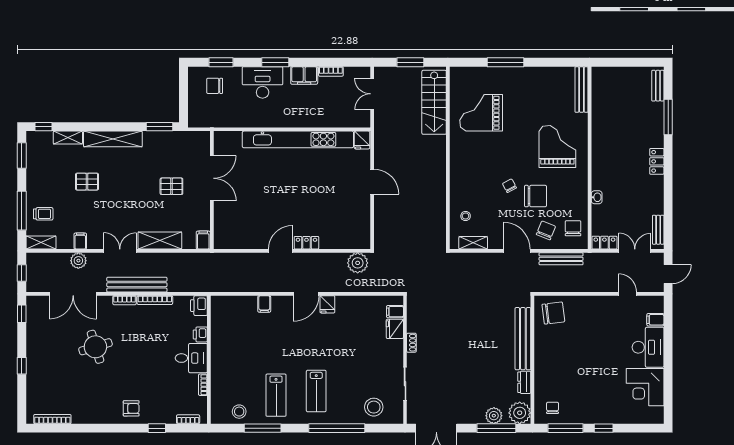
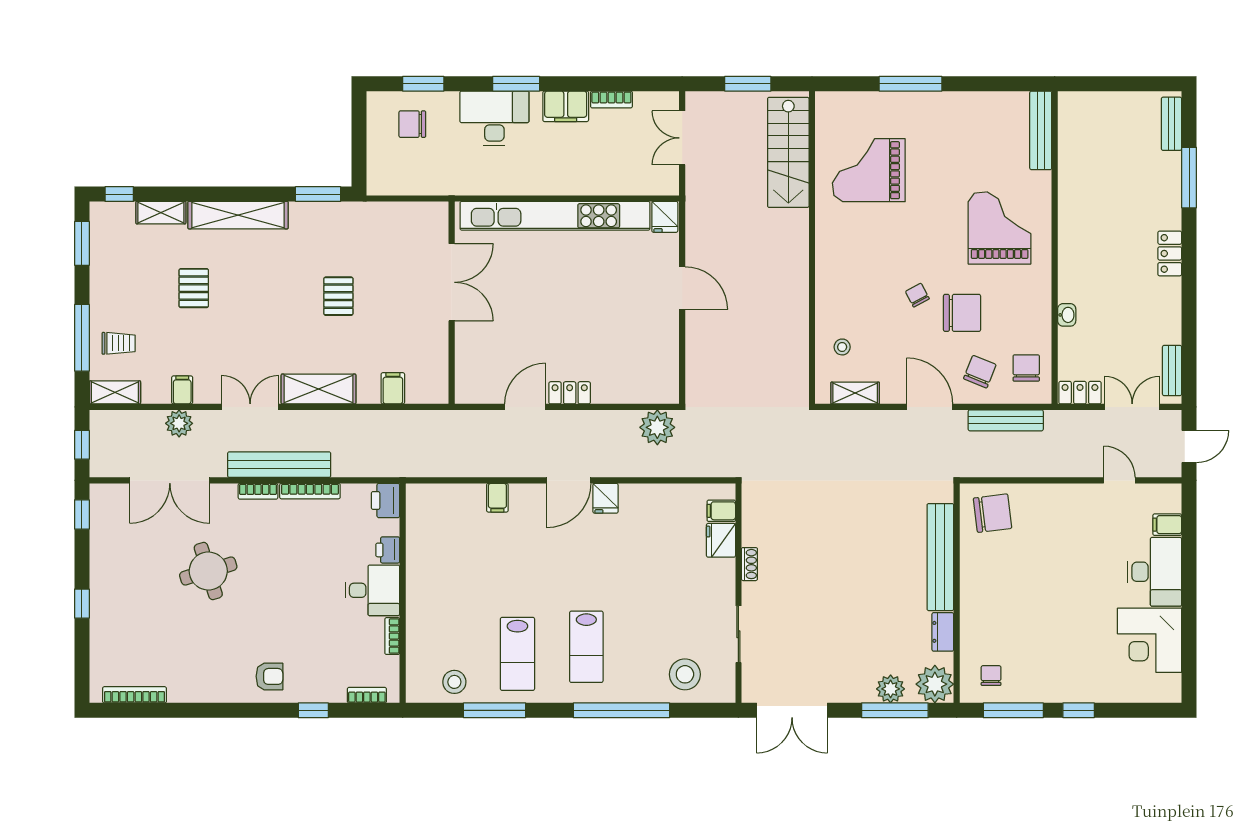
double door: (212, 178) -> (452, 282), moved
pallet: (87, 182) -> (194, 288), turned 90
pallet: (171, 186) -> (338, 296), turned 90
wall: (212, 190) -> (452, 303), moved

